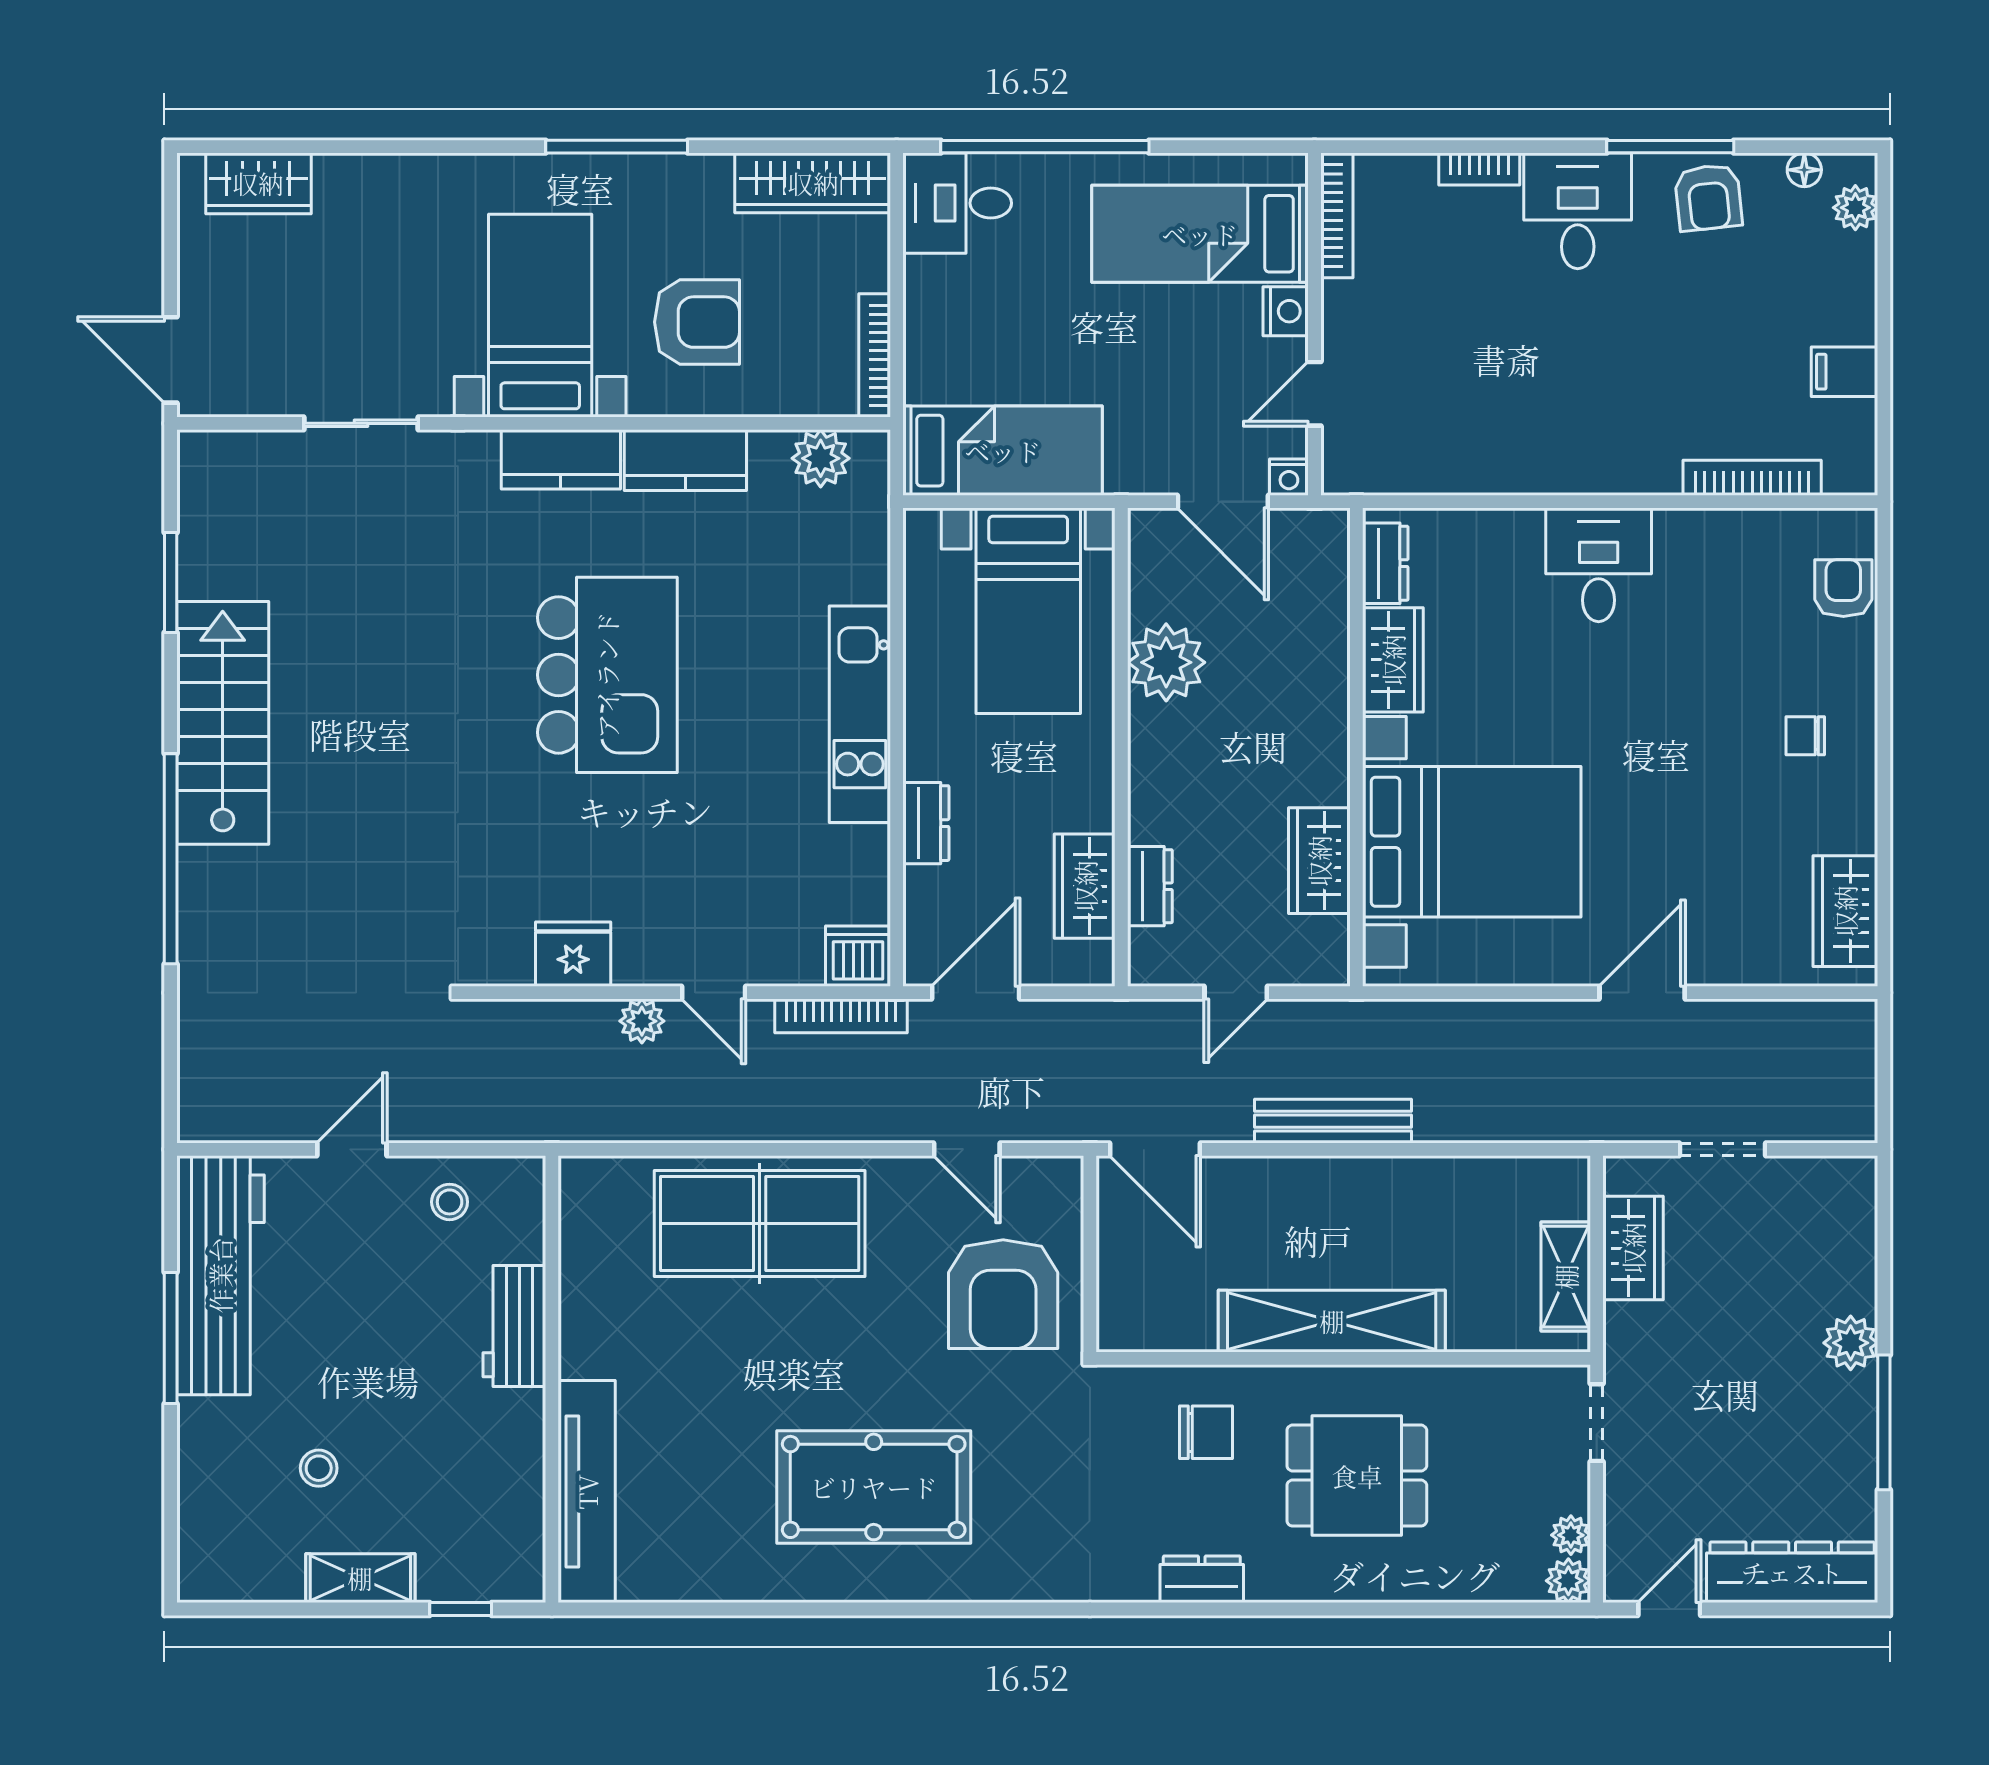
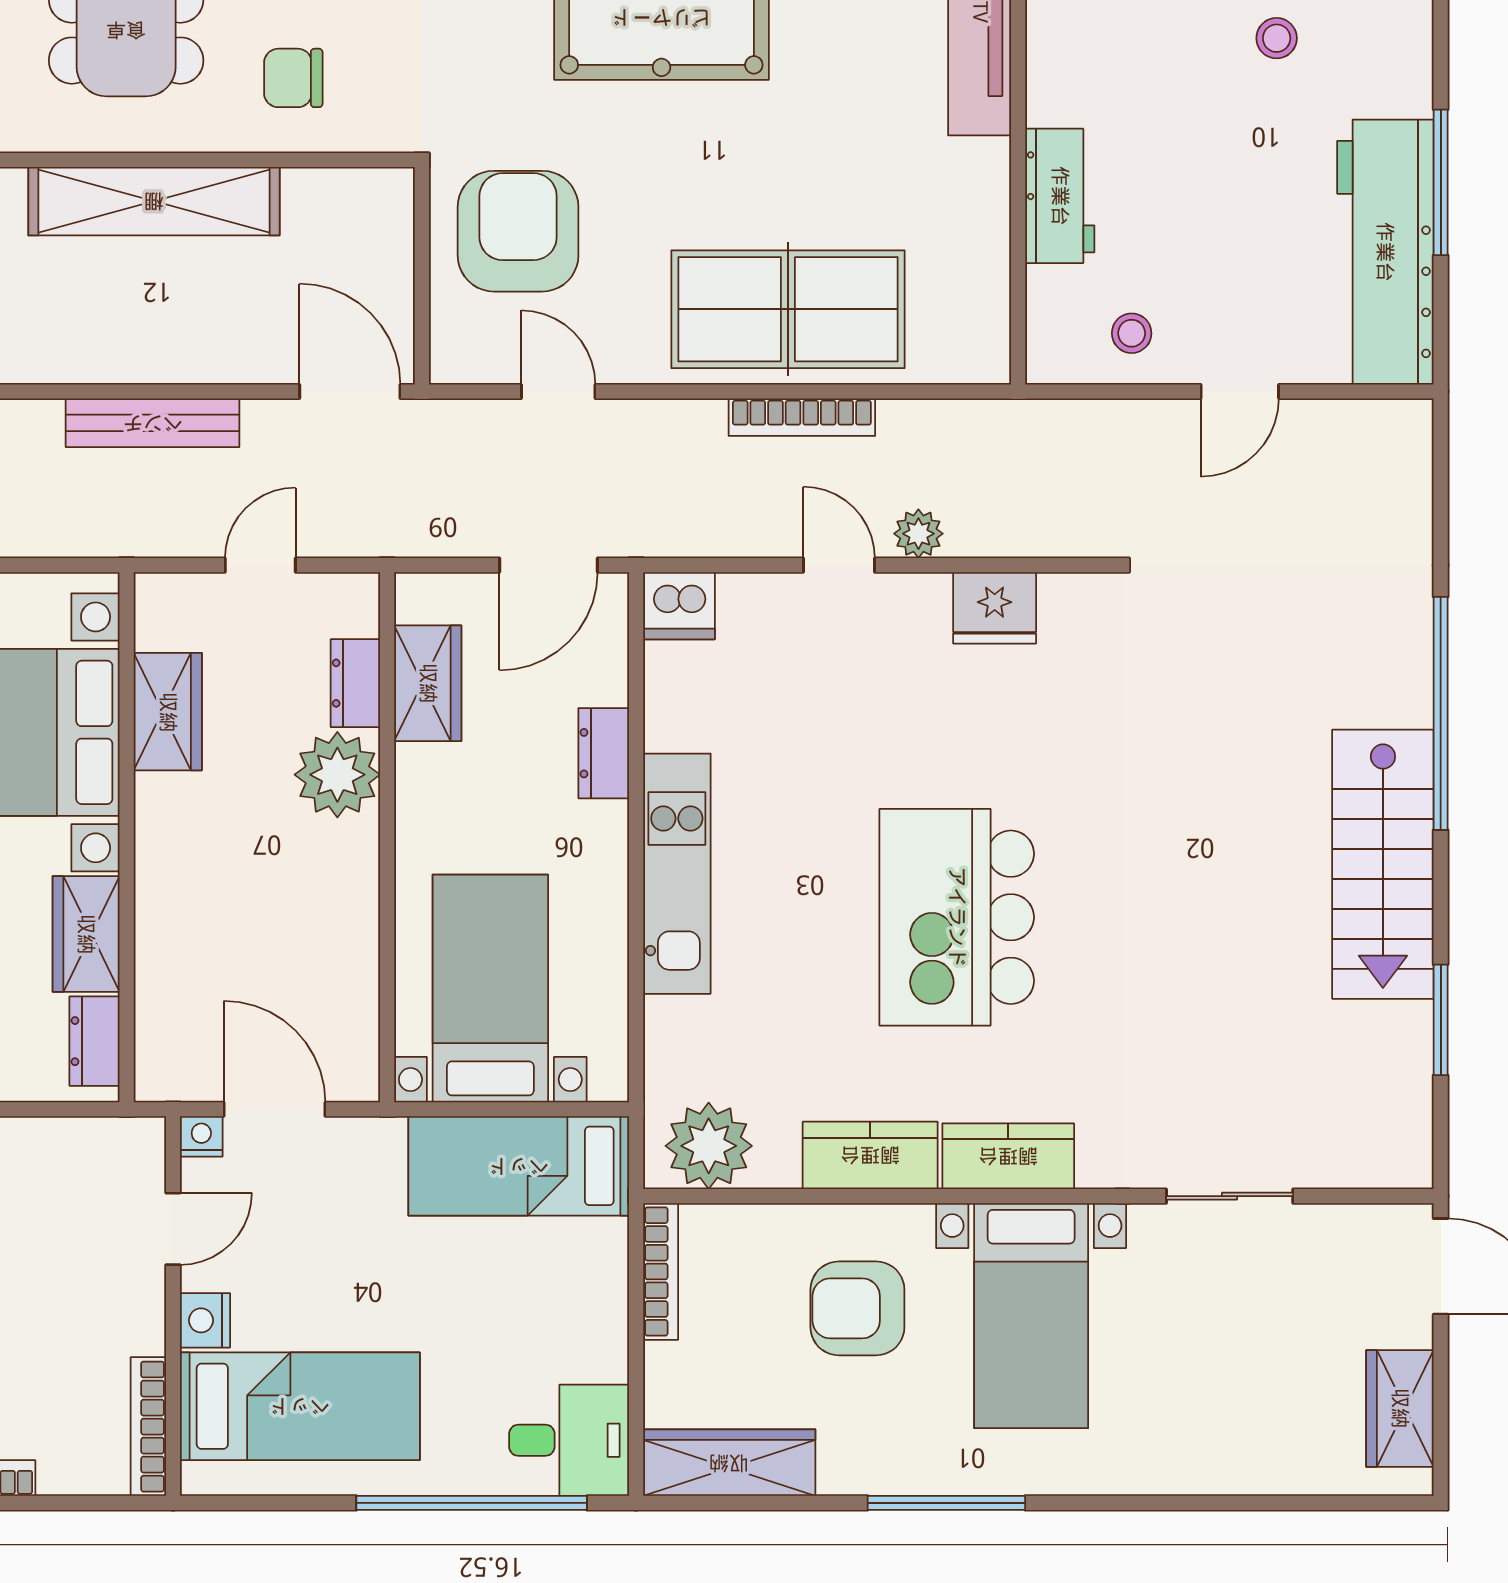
wardrobe: (258, 183) -> (1400, 1408), moved, turned -90
plant: (821, 458) -> (709, 1146), width x1.36, depth x1.36
plant: (1166, 662) -> (337, 775), moved
bookcase: (841, 1016) -> (802, 417), moved, turned 180

